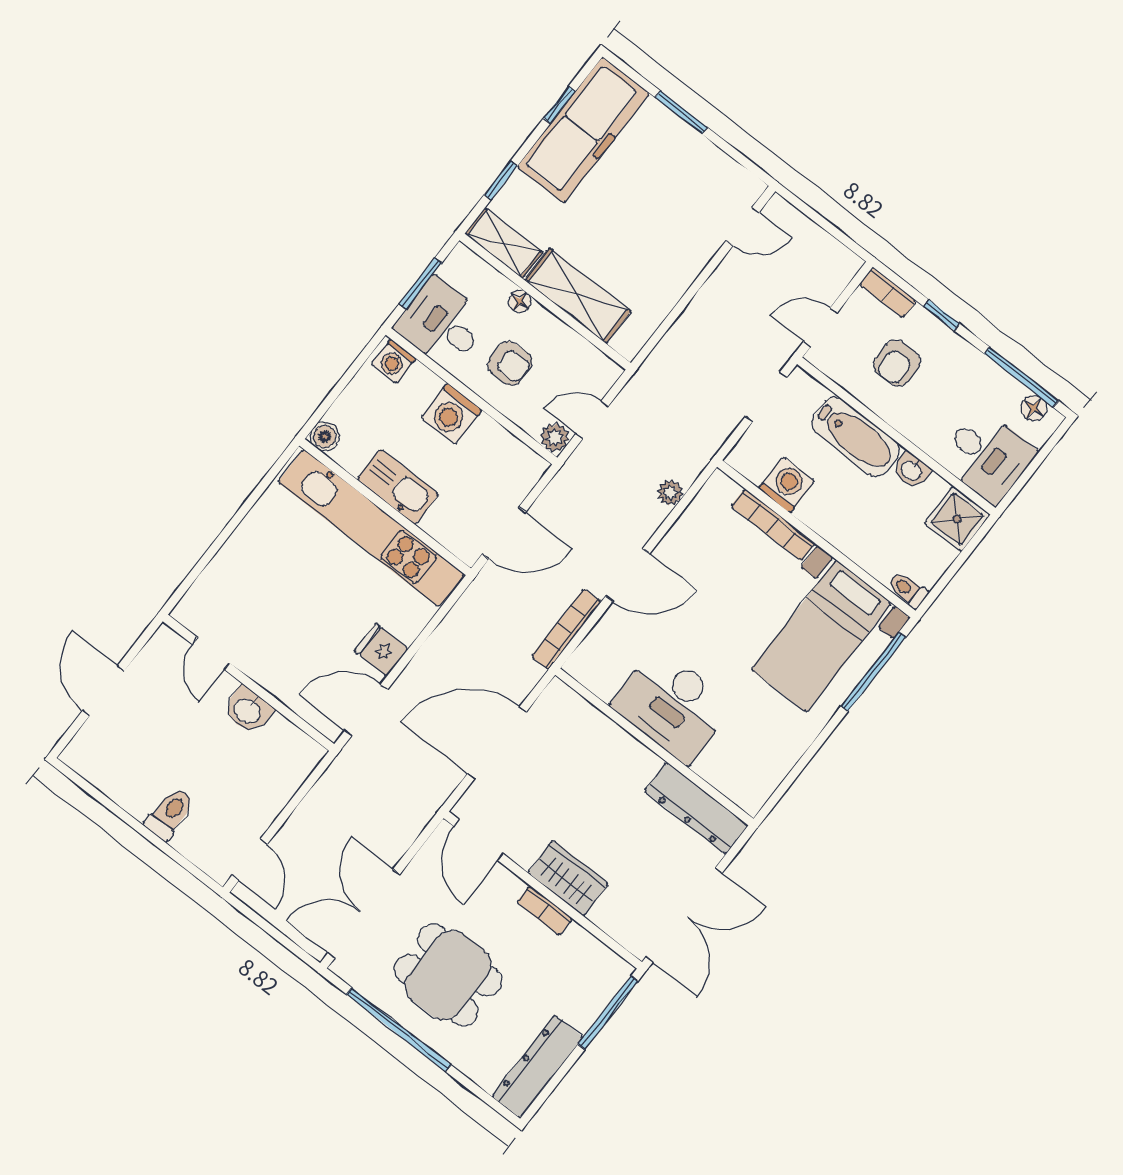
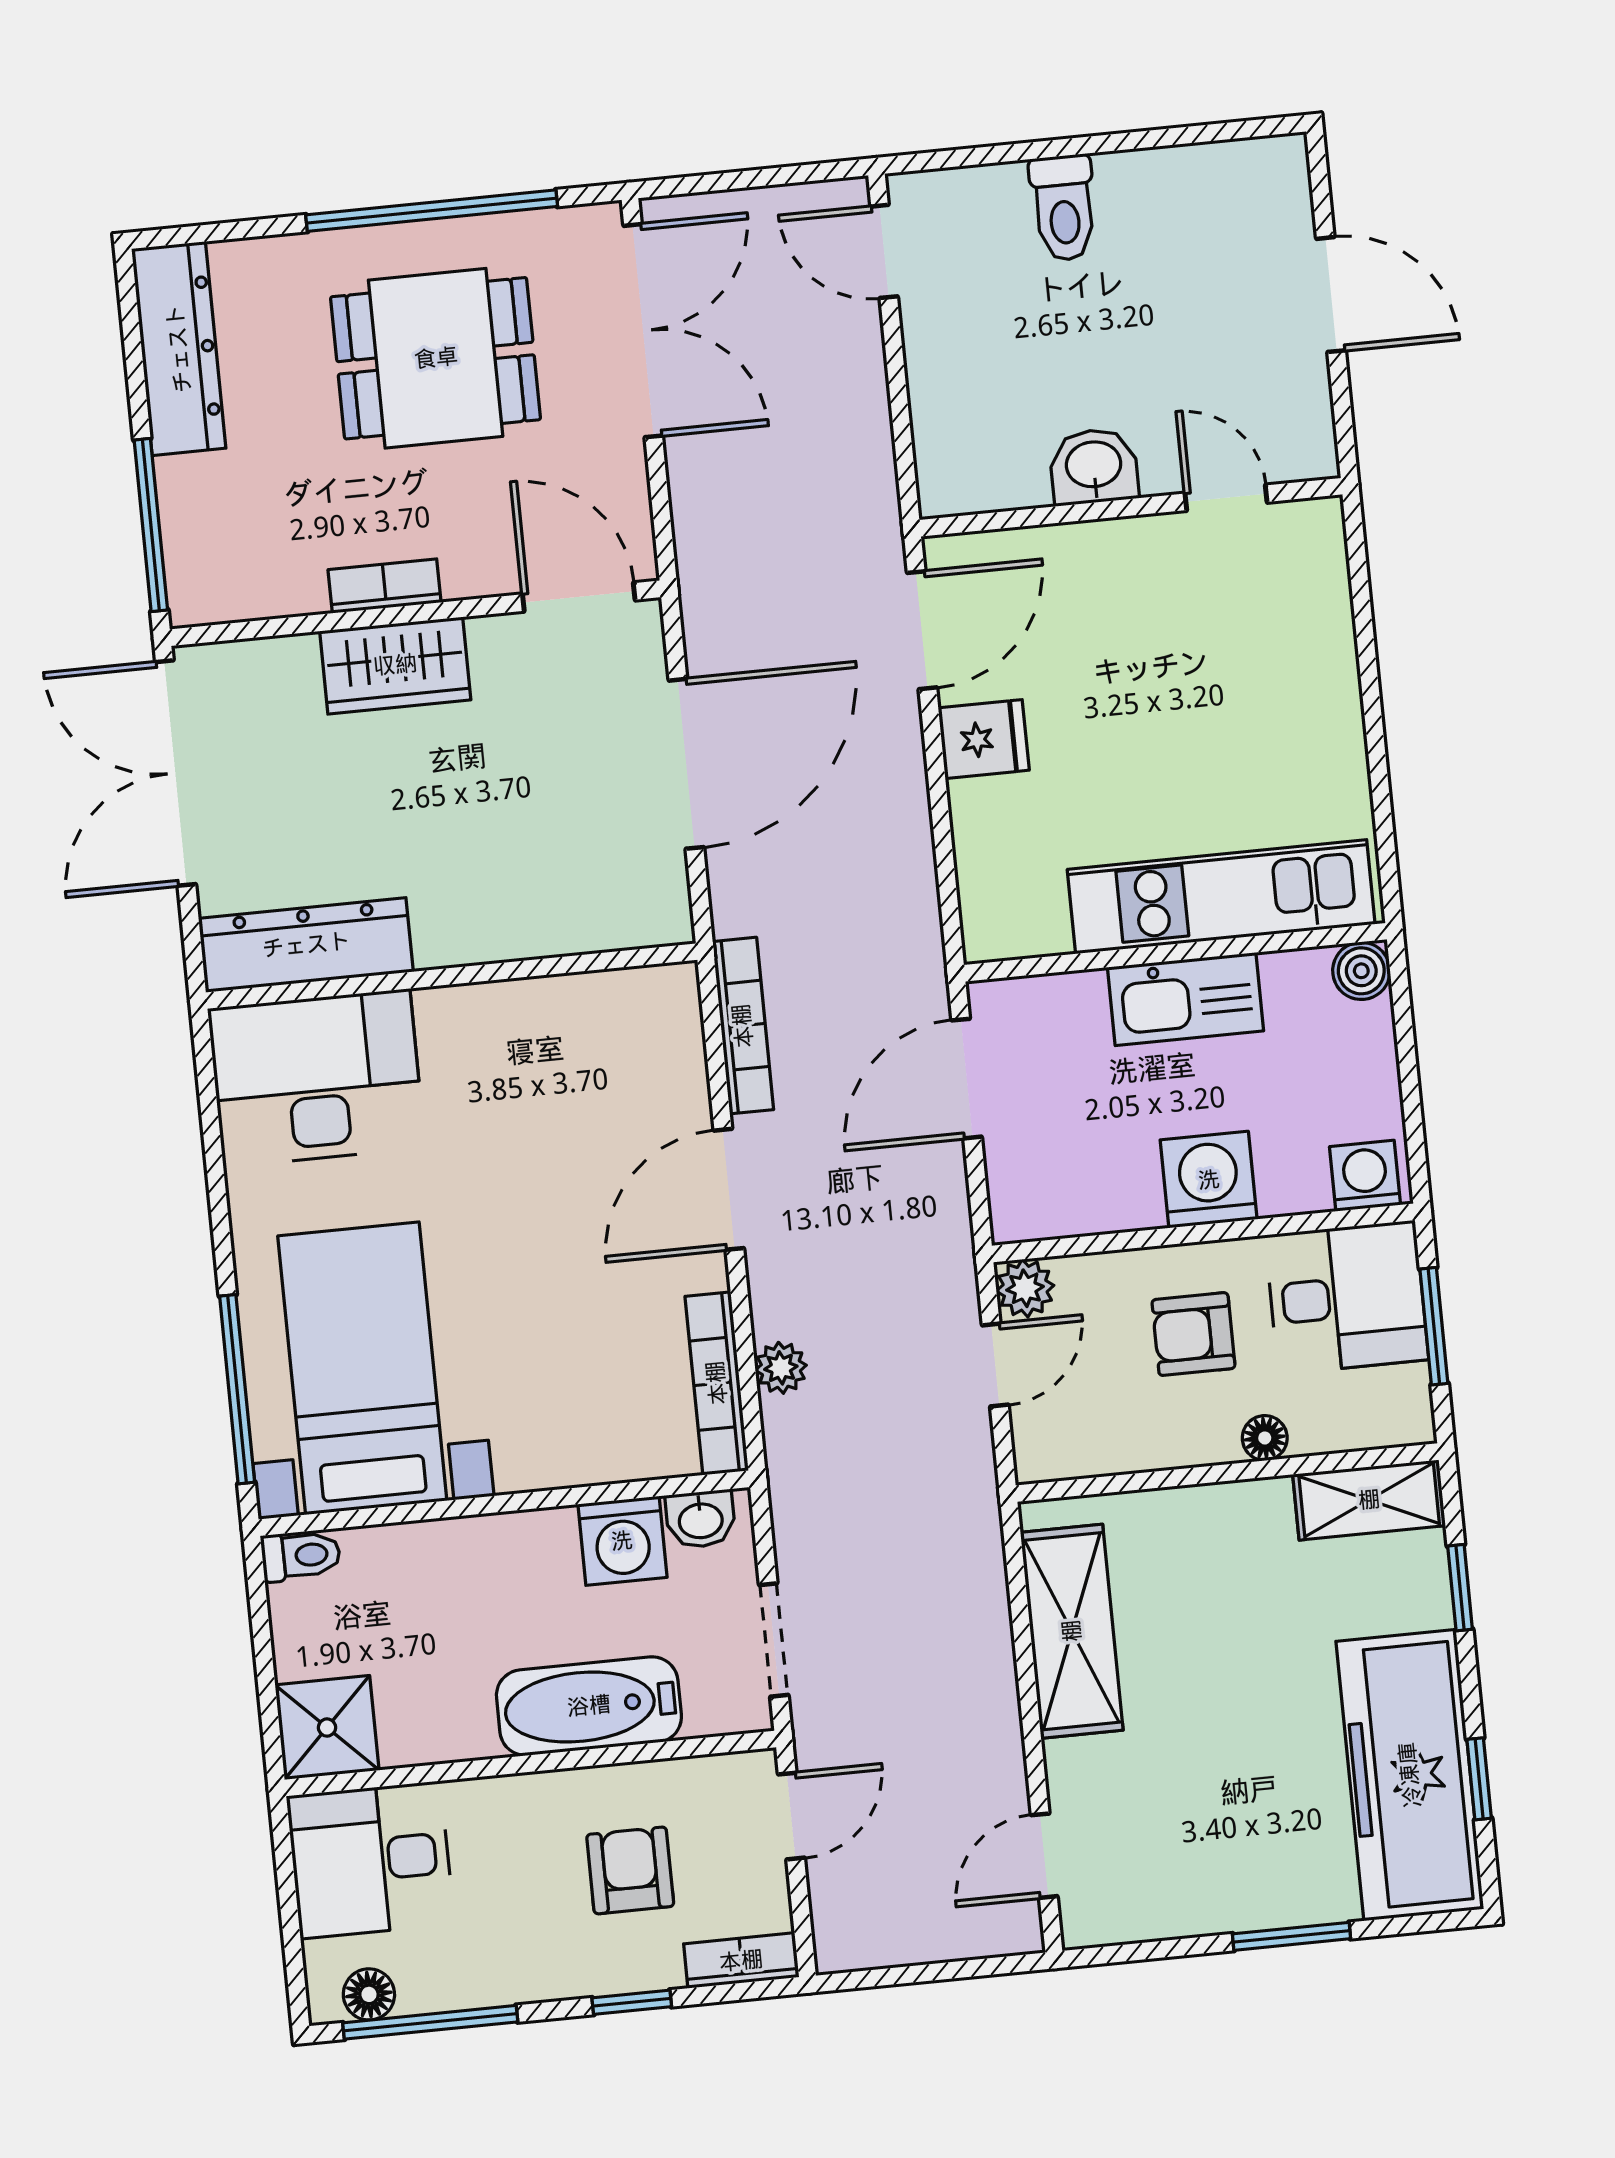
shelving: (578, 296) -> (1072, 1631), moved, turned 90
washbasin: (911, 470) -> (701, 1519), moved, turned 180
bookcase: (773, 525) -> (717, 1383), moved, turned -90
kitchen unit: (371, 528) -> (1221, 897), width x0.73
desk: (672, 705) -> (317, 1078), moved

